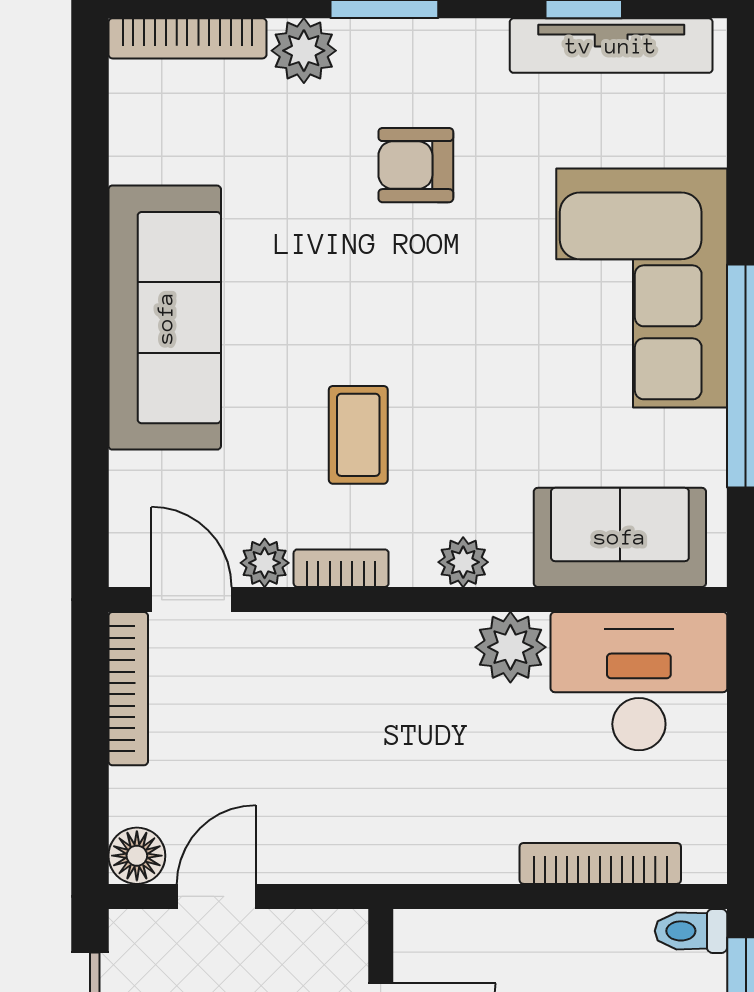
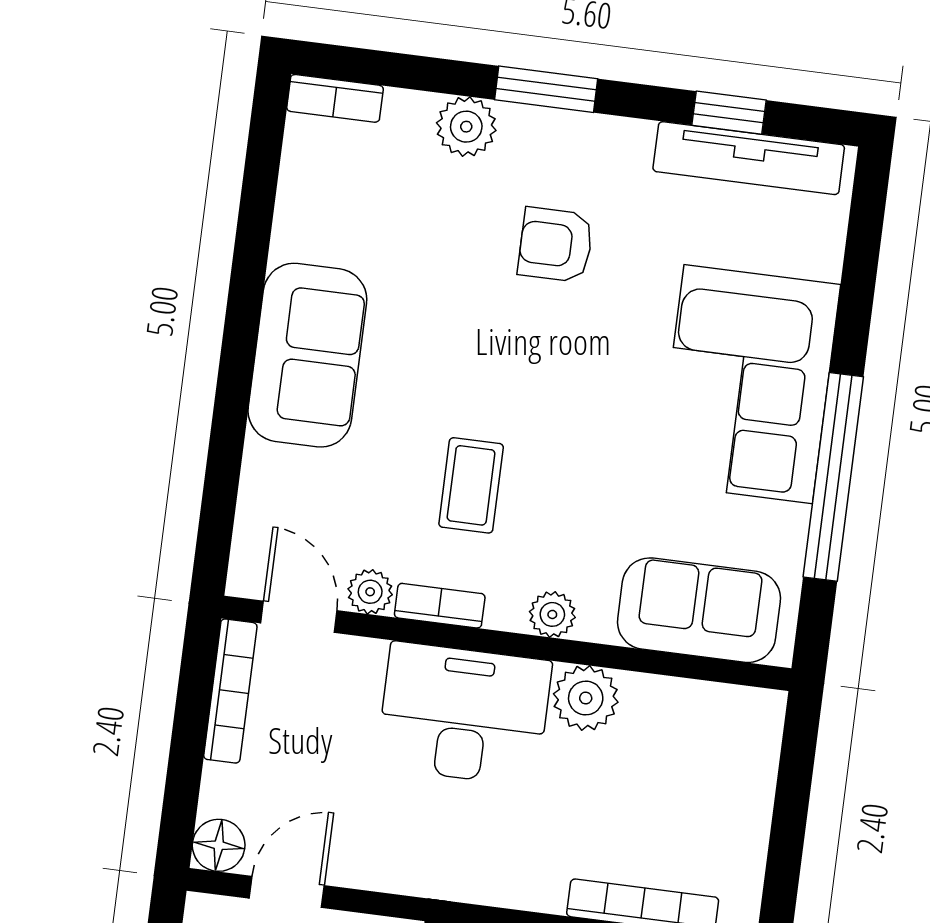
bookcase: (187, 38) -> (335, 98), width x0.64
sofa: (165, 318) -> (307, 355), width x0.73
desk: (639, 681) -> (464, 714), moved

